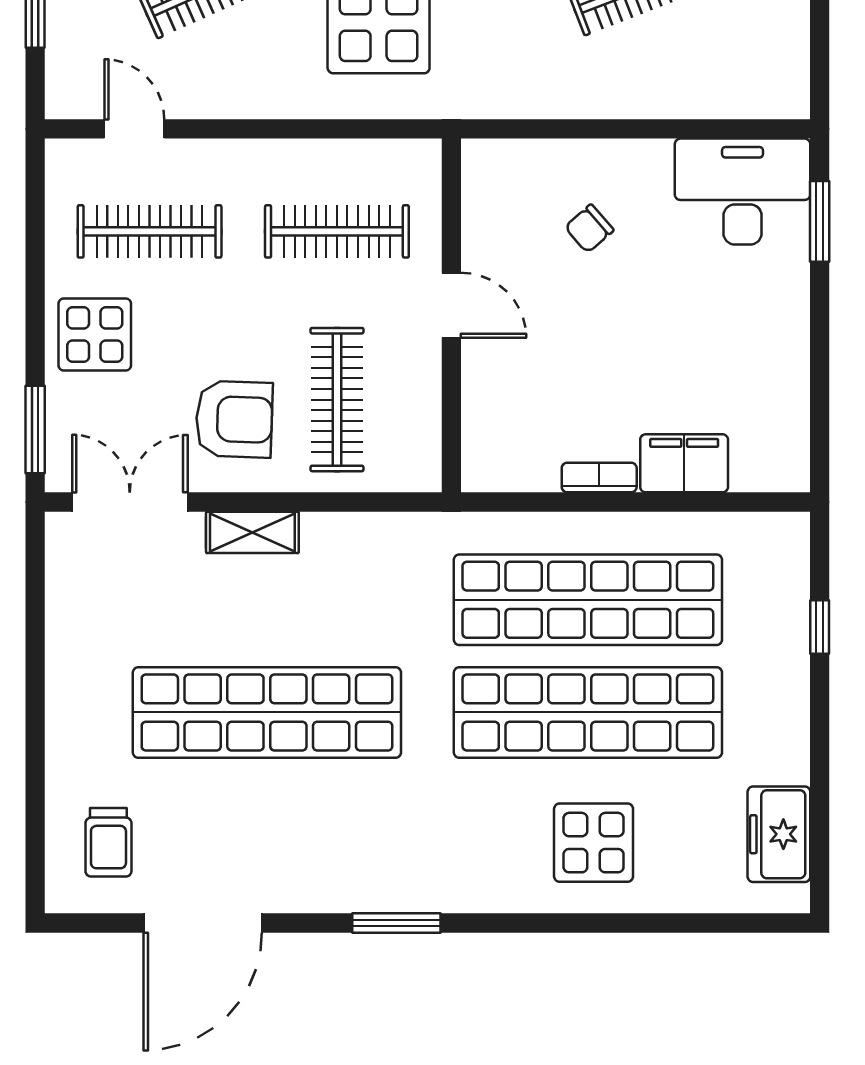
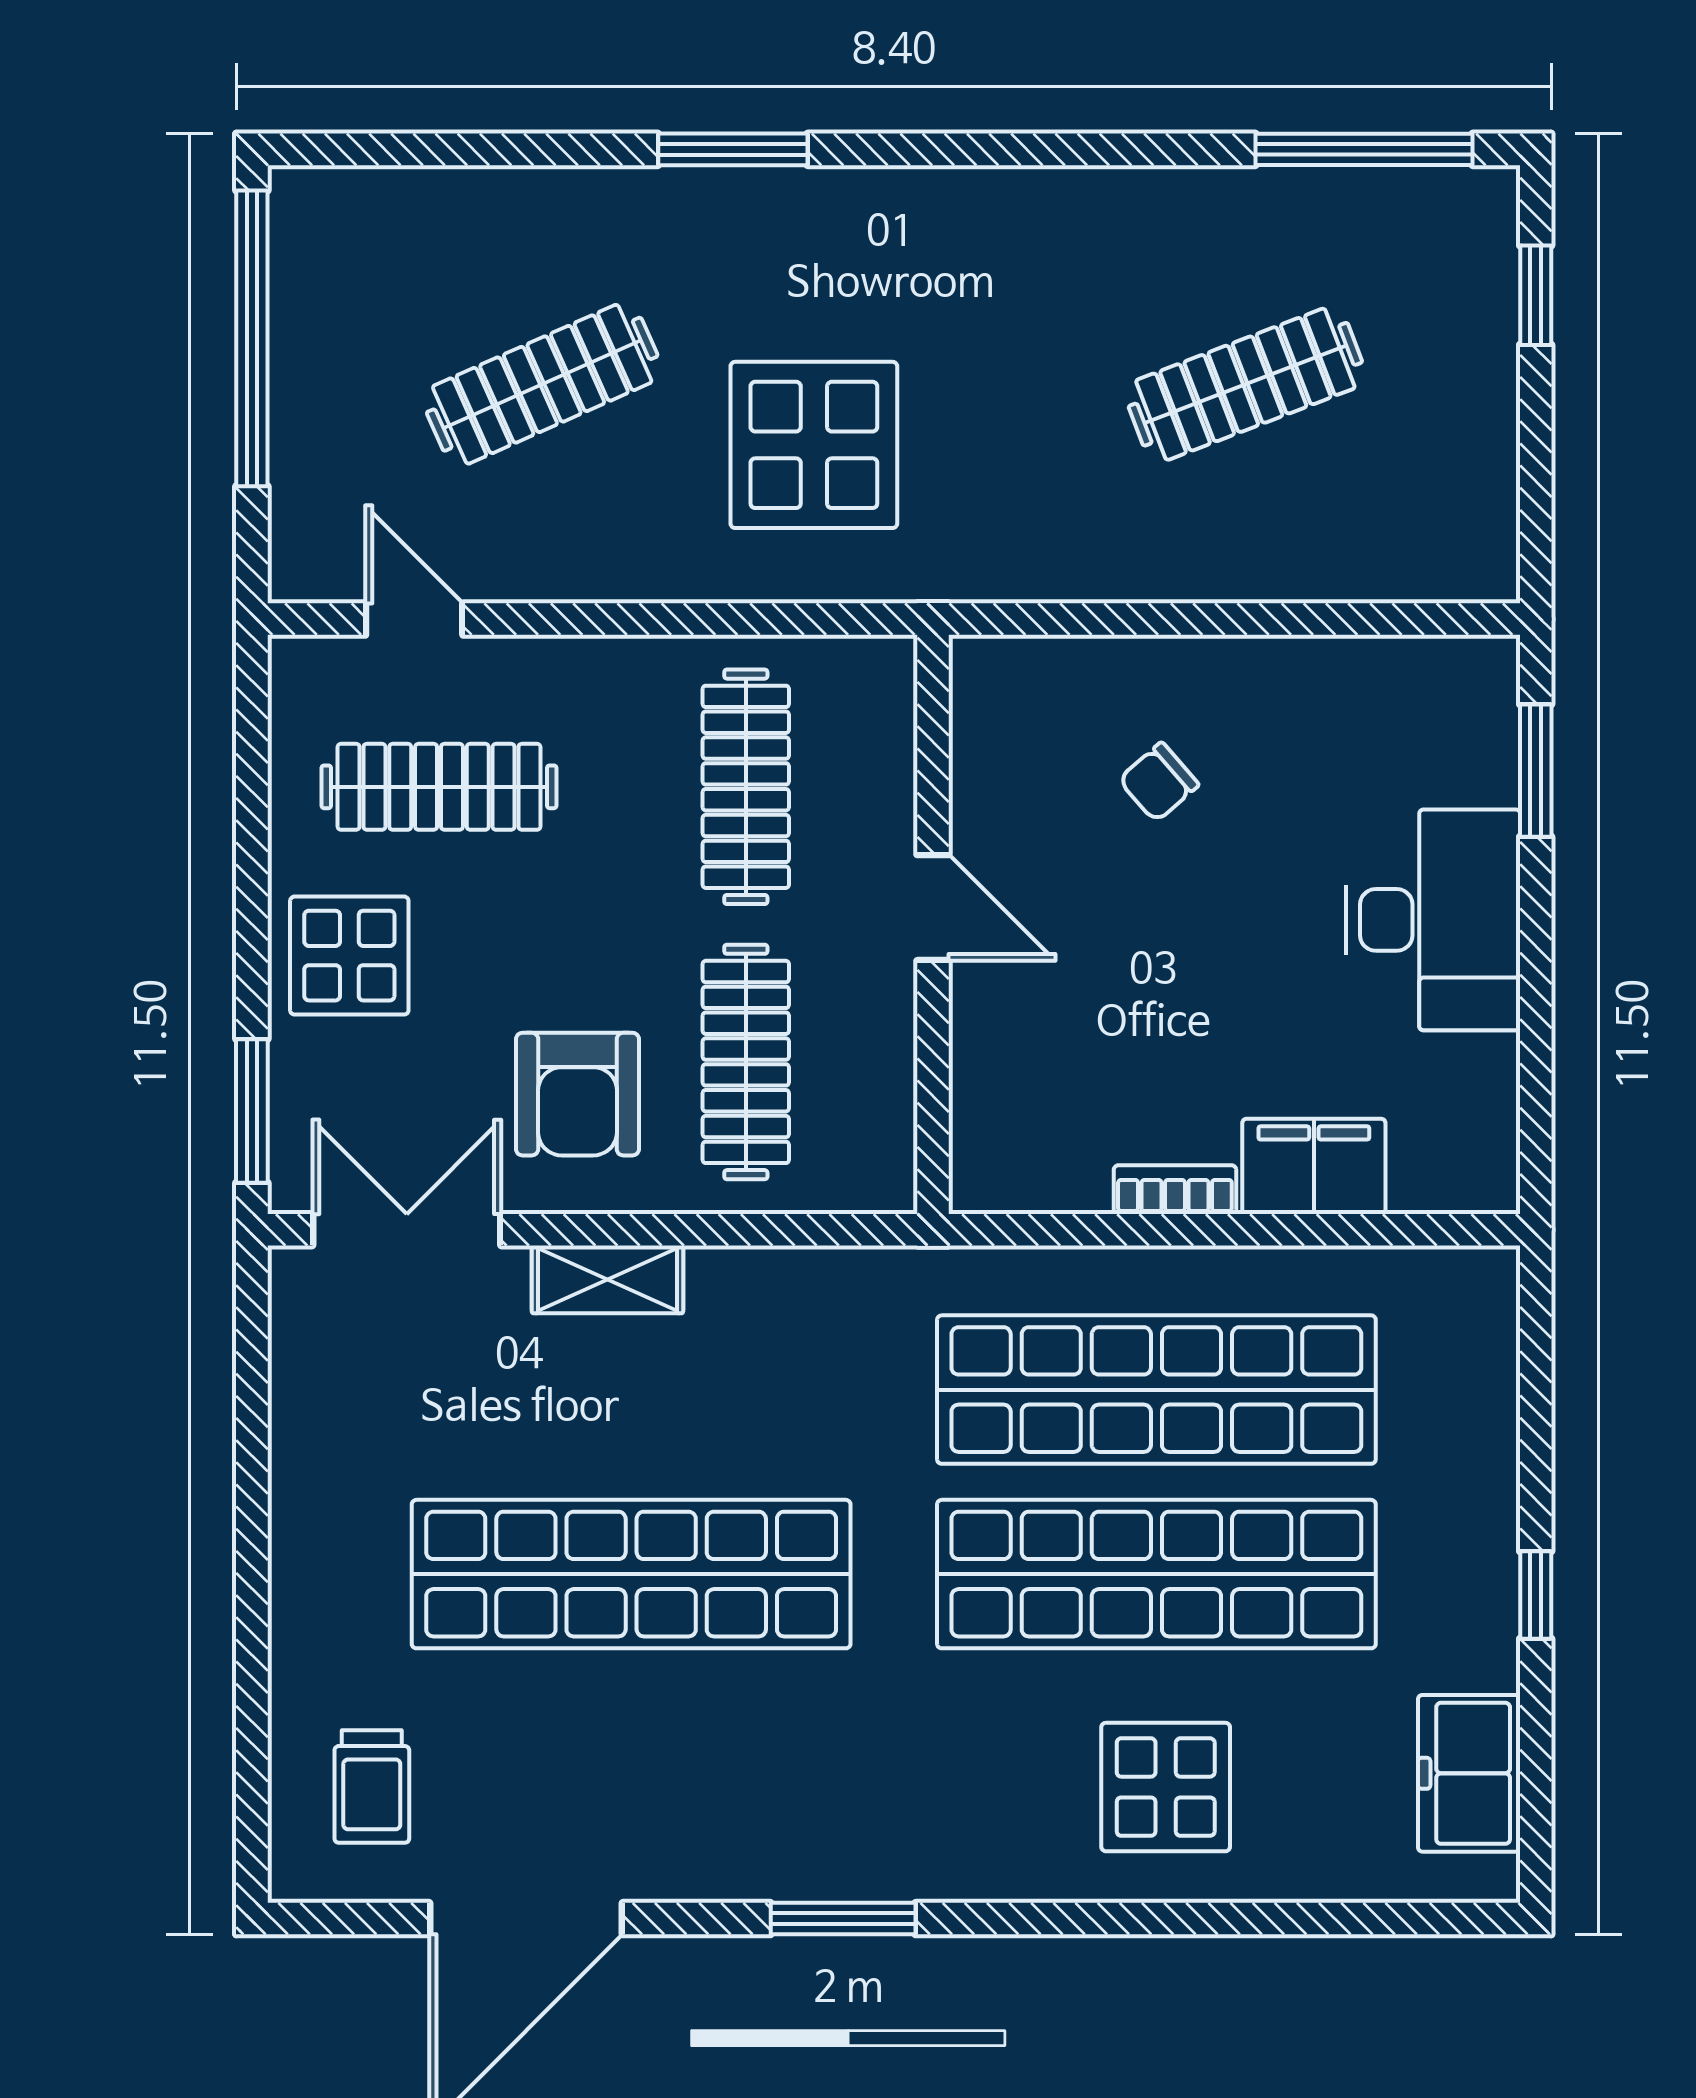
desk: (743, 192) -> (1433, 920), moved, turned 90
clothes rail: (337, 231) -> (746, 787), turned 90
armchair: (234, 419) -> (577, 1094), turned 88
window: (820, 627) -> (1536, 1595), moved

